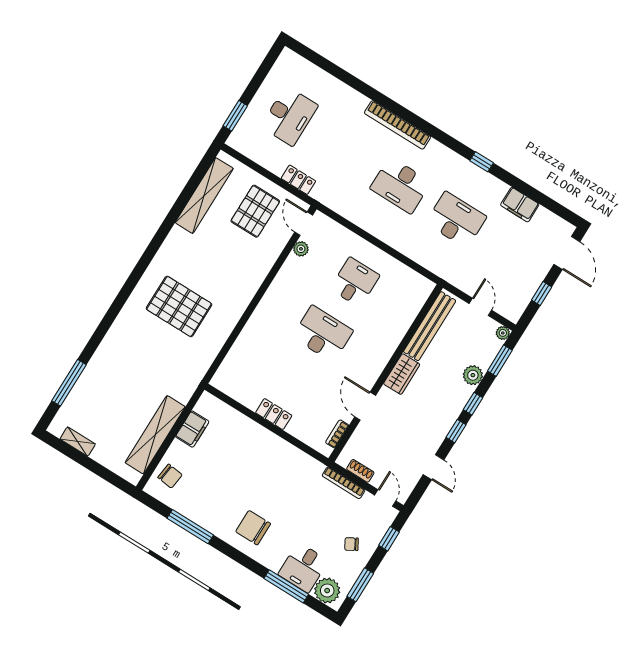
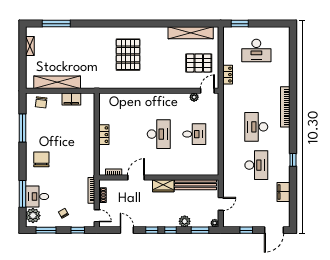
door: (433, 467) -> (127, 230), swing flipped
door: (385, 498) -> (97, 216), hinge flipped

